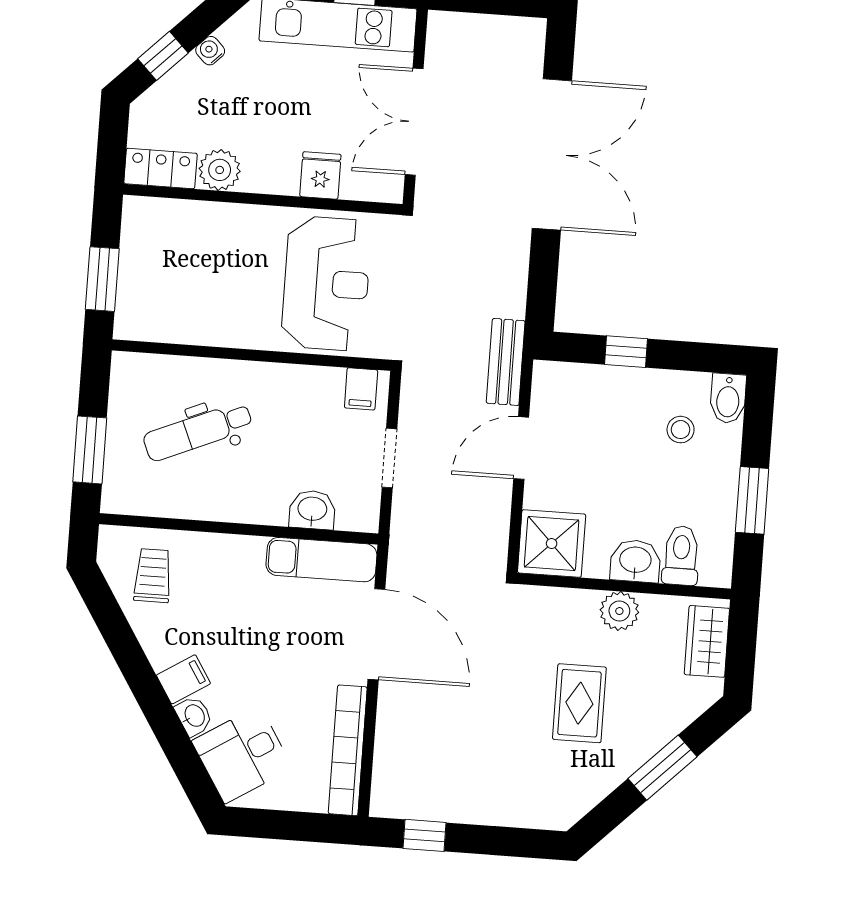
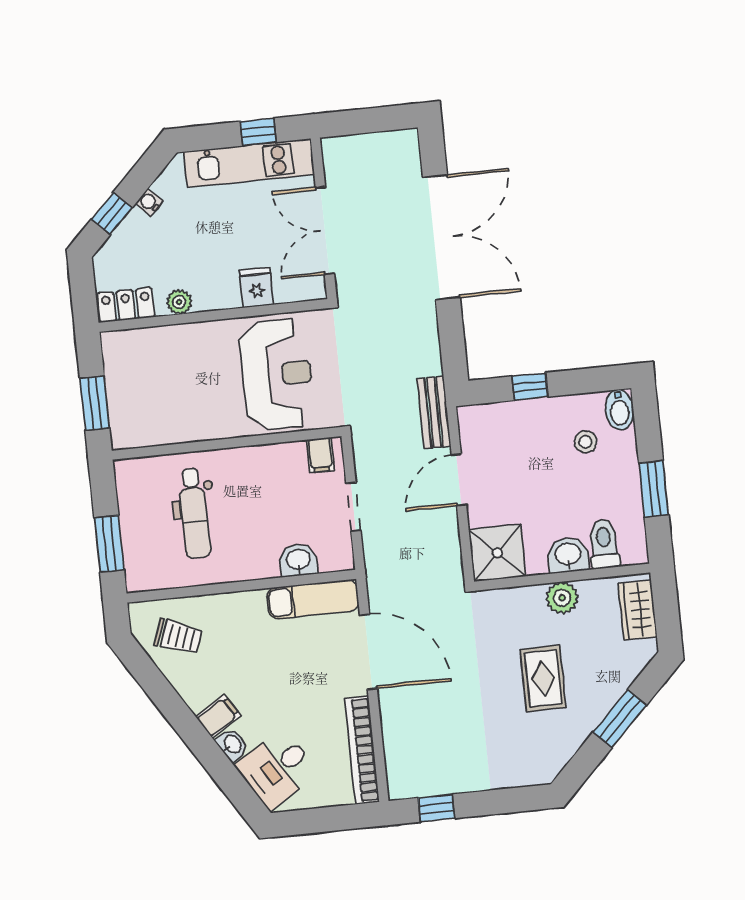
plant: (220, 170) -> (179, 302), width x0.73, depth x0.73
dental chair: (198, 432) -> (194, 513), turned -67
trolley: (153, 576) -> (178, 637), turned 110

